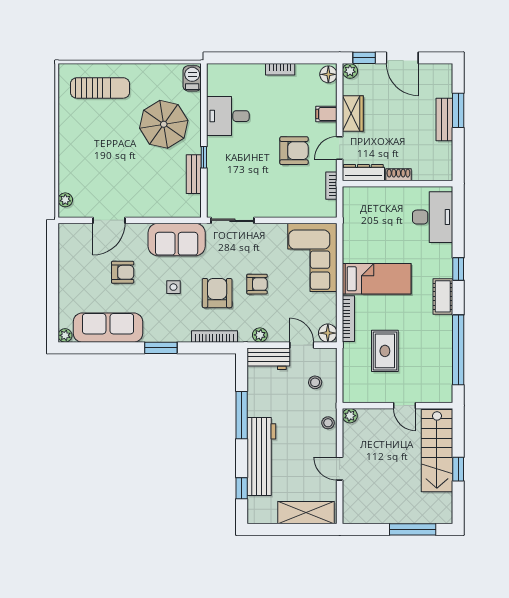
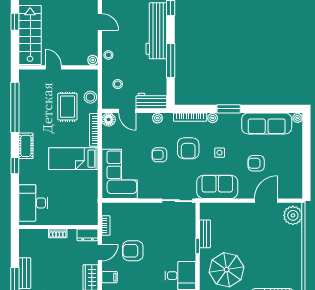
dresser: (363, 173) -> (88, 235), width x0.70
plant: (65, 200) -> (293, 215), width x1.88, depth x1.88
plant: (183, 335) -> (213, 118), added
stool: (353, 364) -> (90, 97), added

